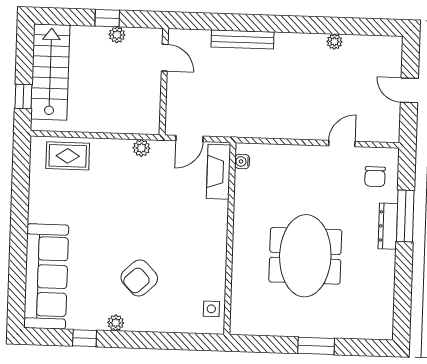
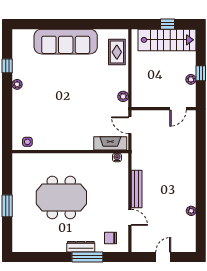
bench: (242, 39) -> (137, 189), moved
window: (23, 97) -> (167, 24), moved
sofa: (46, 276) -> (66, 42), moved
armchair: (139, 278) -> (45, 98), removed

